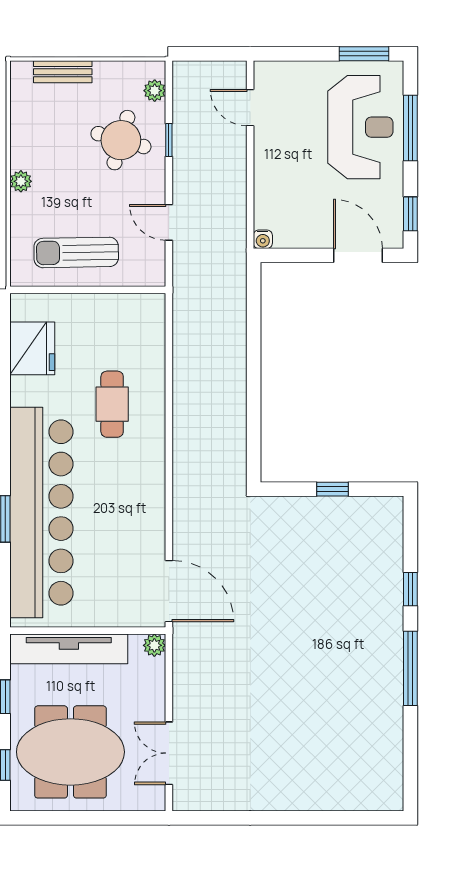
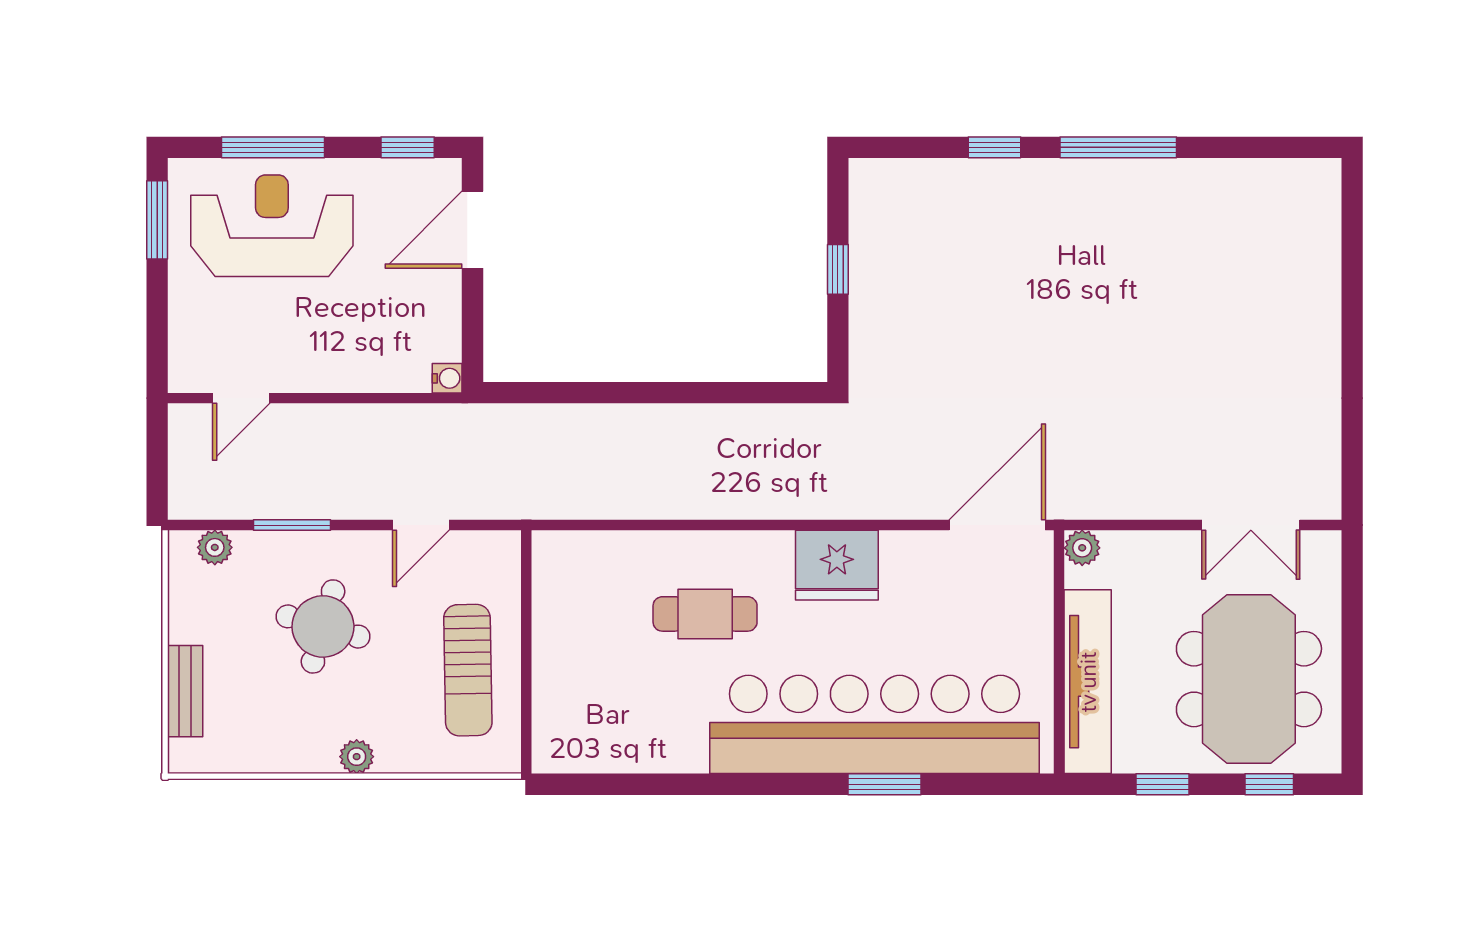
round table: (121, 140) -> (323, 626), moved
window: (169, 140) -> (292, 525), width x1.50
fridge: (32, 348) -> (837, 565), moved, turned 180

